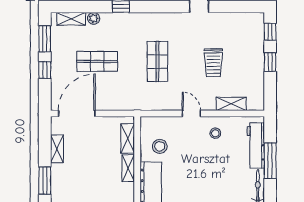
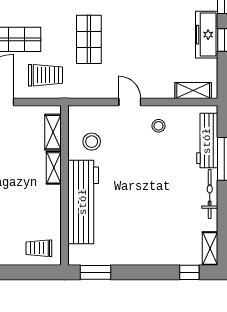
freezer: (255, 57) -> (207, 35), added
trolley: (213, 63) -> (46, 75), moved, turned -90
shelving: (231, 104) -> (193, 90), moved

